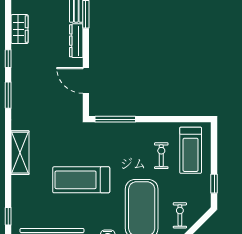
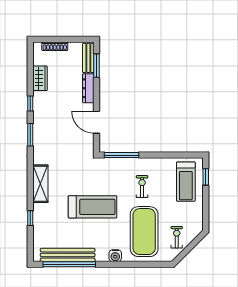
exercise bike: (161, 156) -> (142, 187), moved
treadmill: (81, 180) -> (93, 207), turned 180
window: (214, 184) -> (206, 177), moved
window: (8, 216) -> (30, 218), moved

